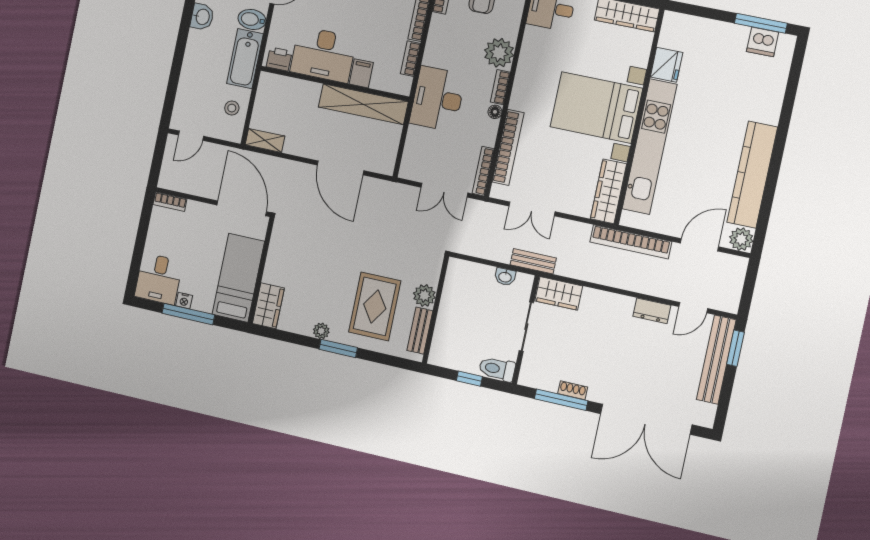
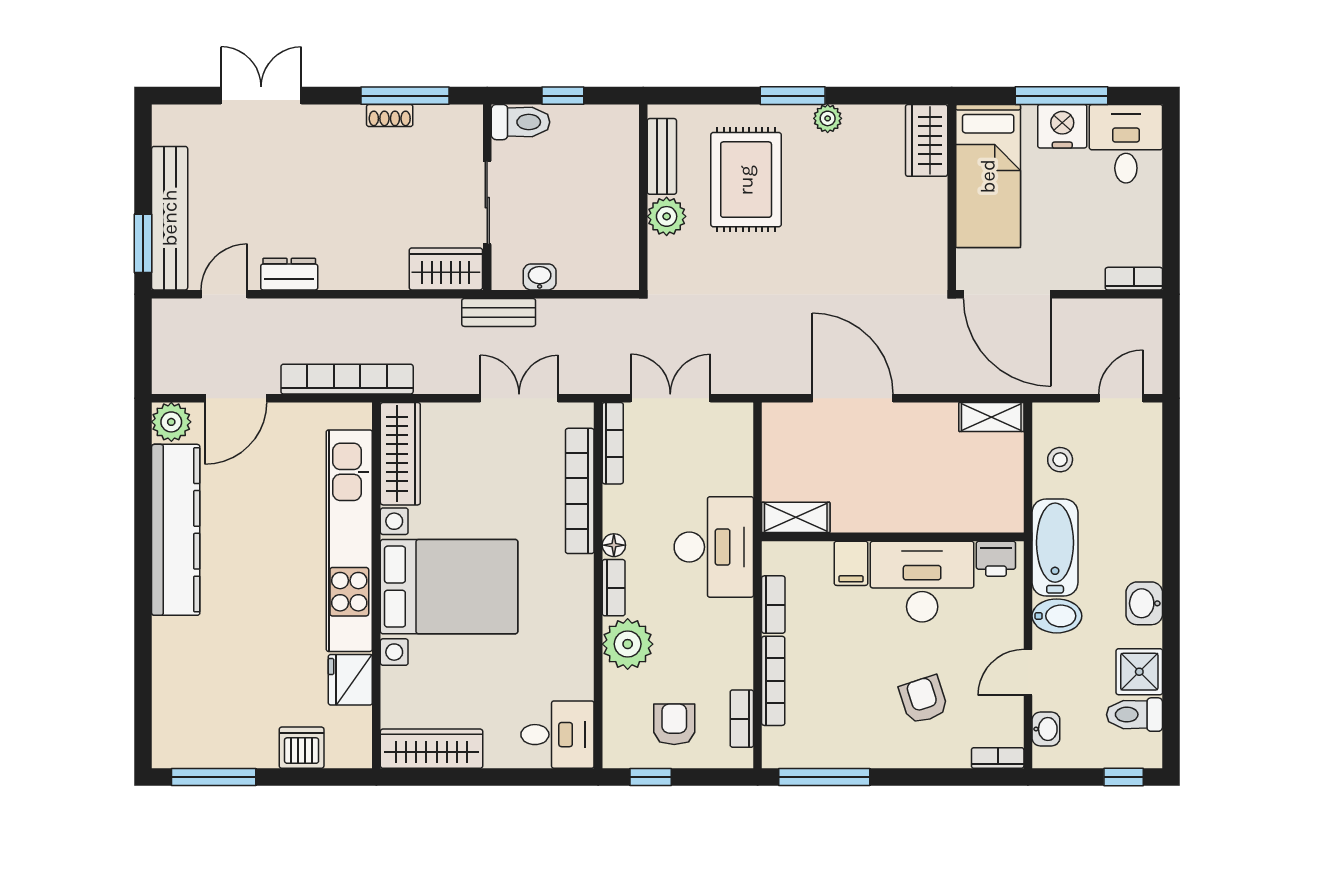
dishwasher: (763, 42) -> (302, 748), moved
shelving: (363, 104) -> (796, 517), width x0.45, depth x0.75
nightstand: (184, 301) -> (1062, 126), width x1.89, depth x1.79
double door: (646, 419) -> (261, 96), width x0.54

